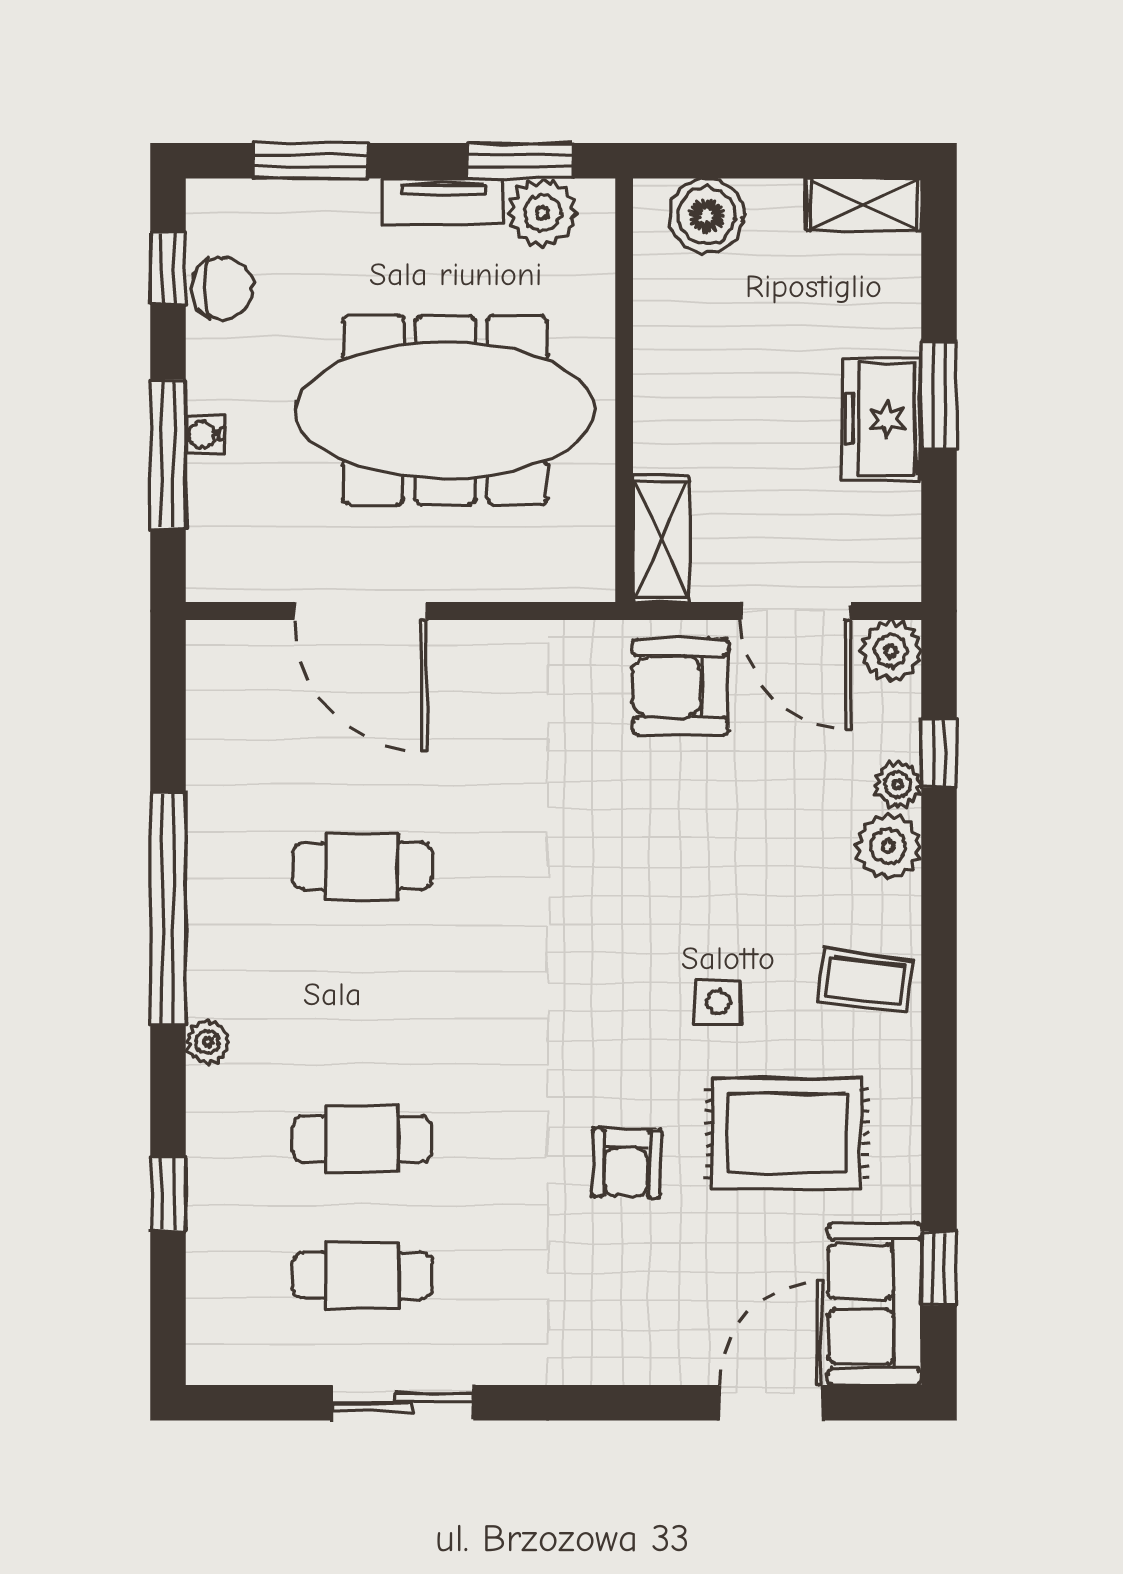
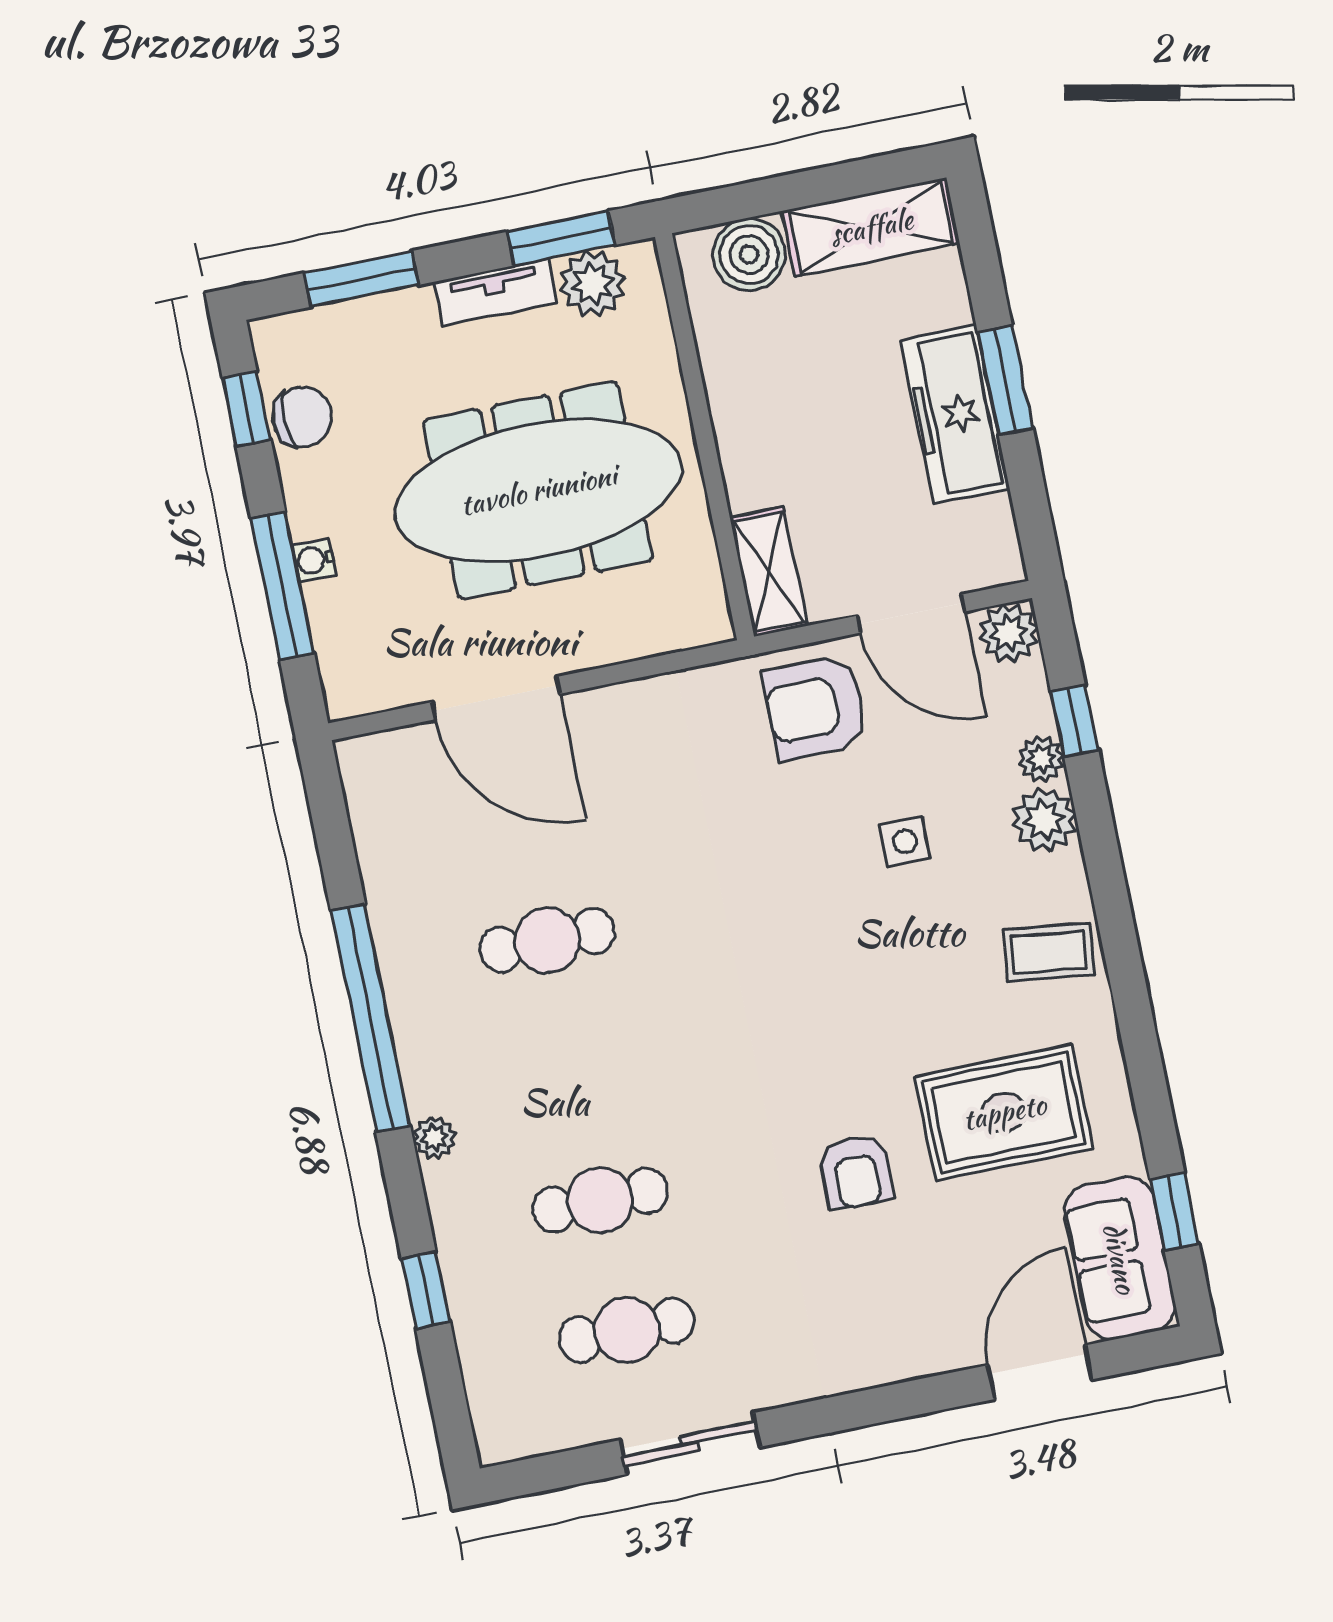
shelving: (864, 204) -> (871, 227), width x1.50, depth x1.33
freezer: (881, 419) -> (955, 414), width x1.40
side table: (718, 1002) -> (905, 842), moved

